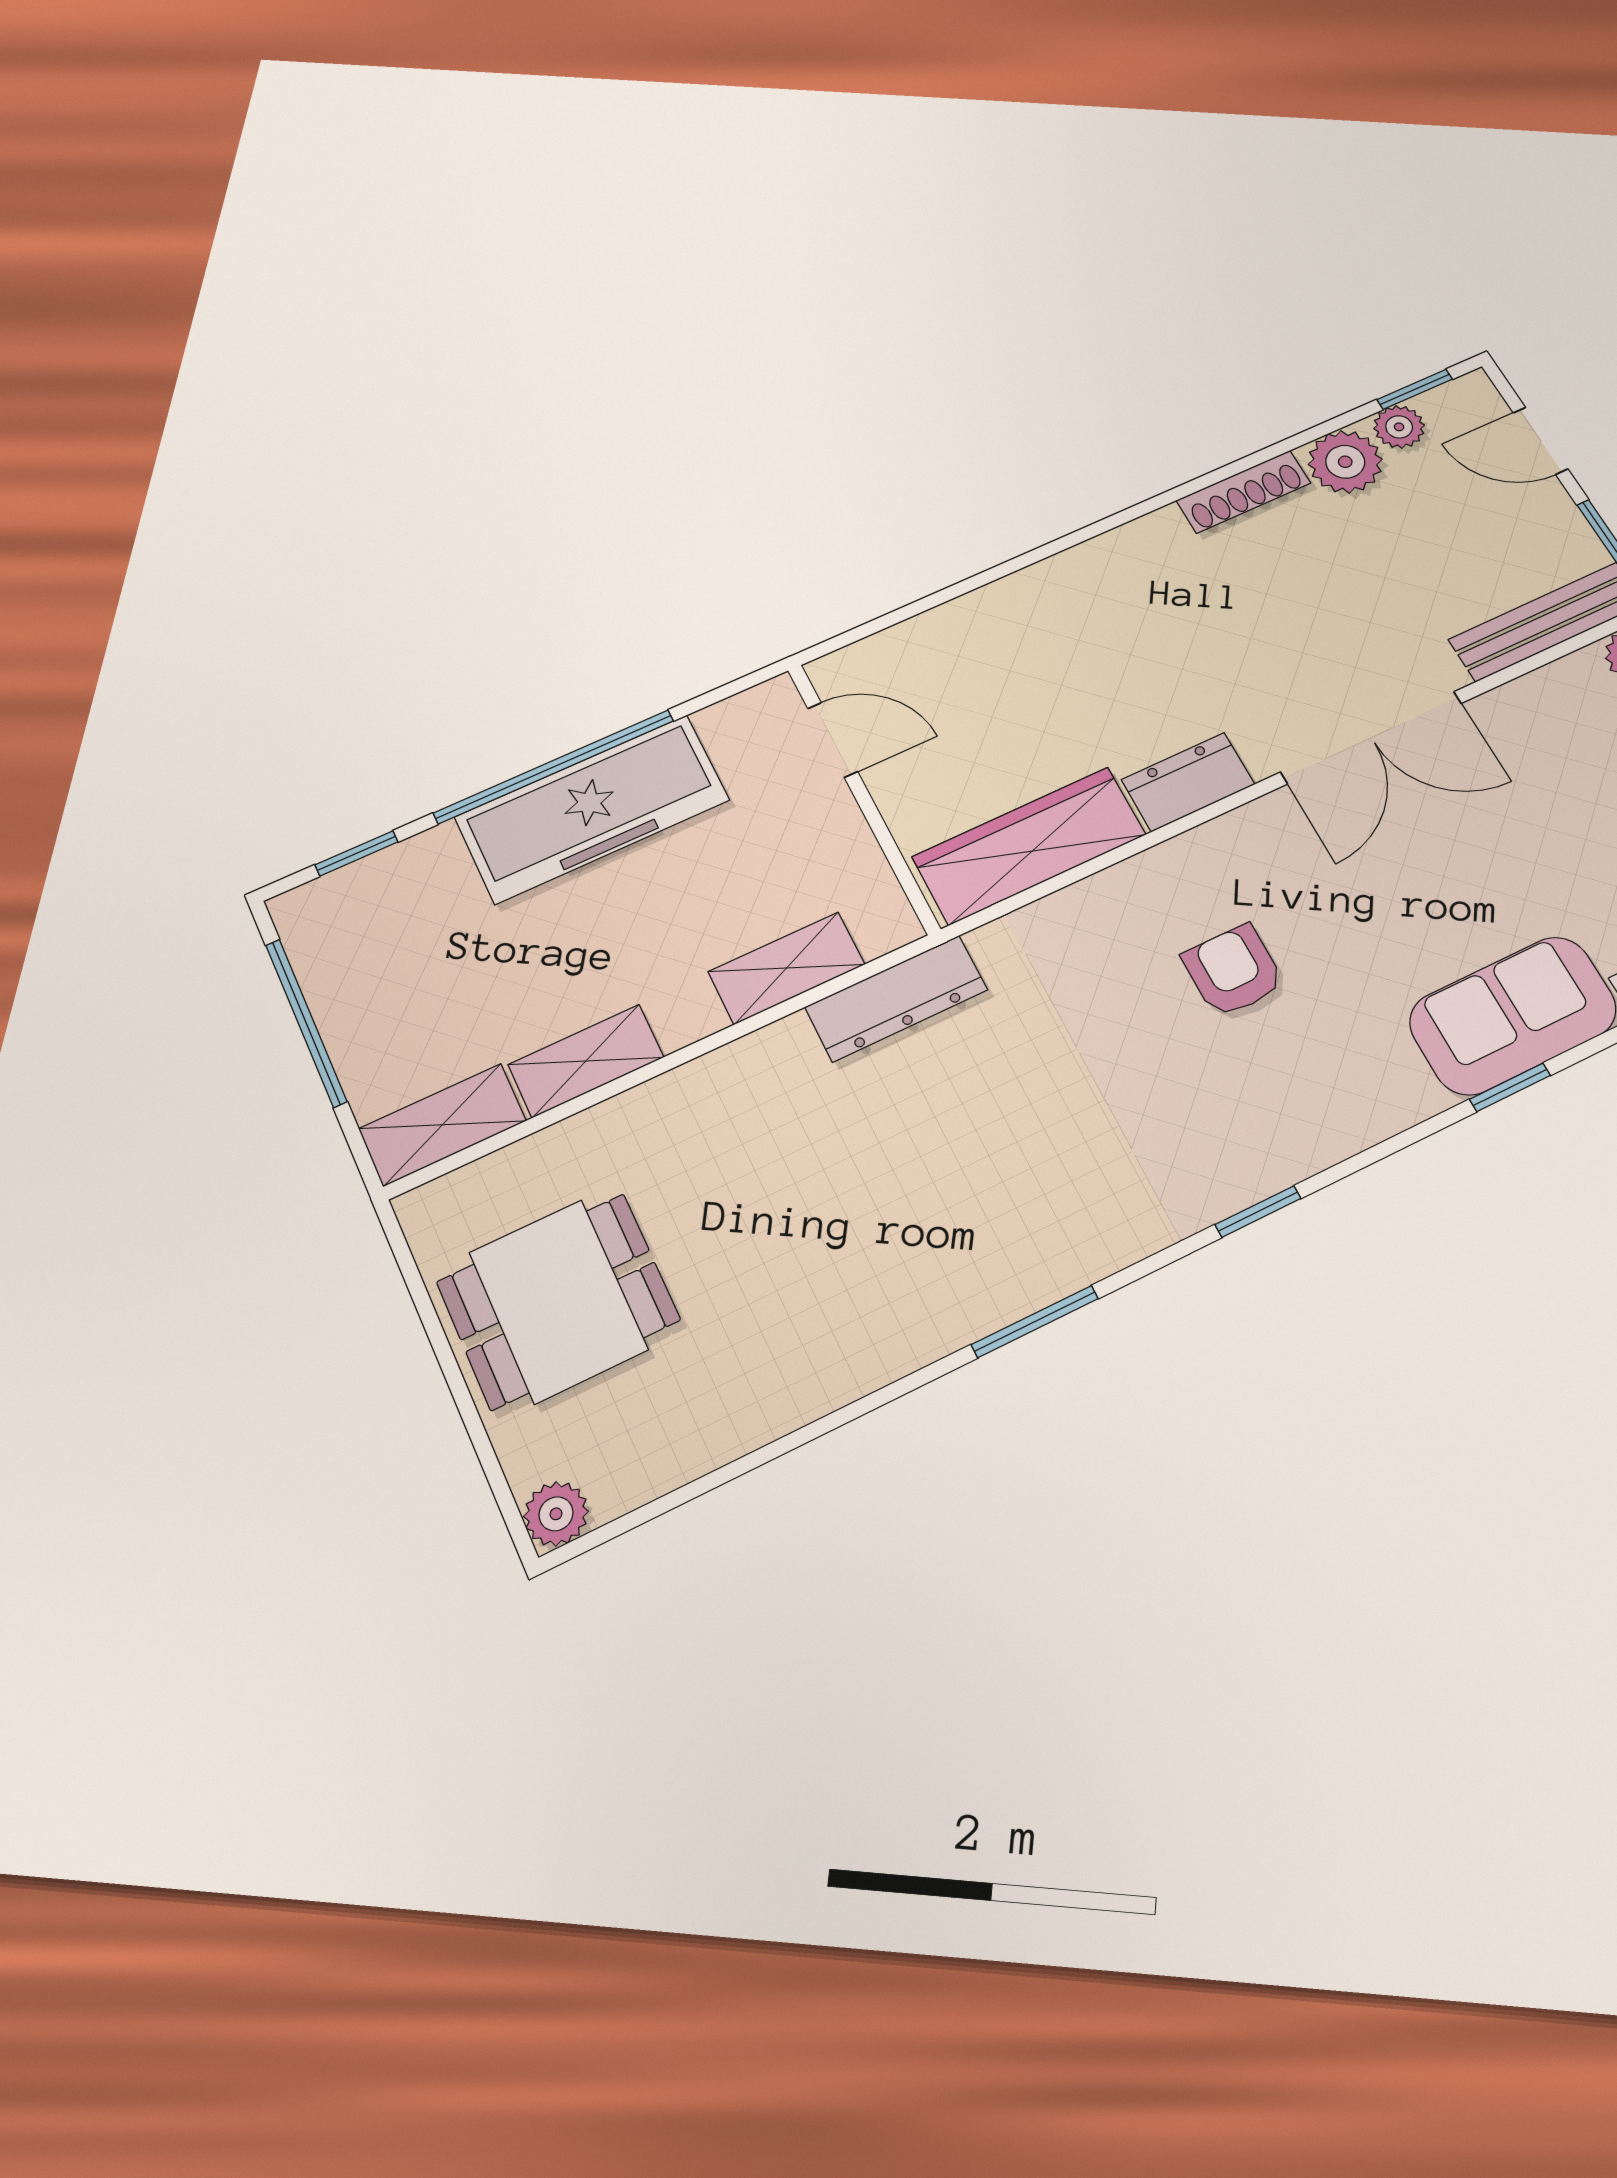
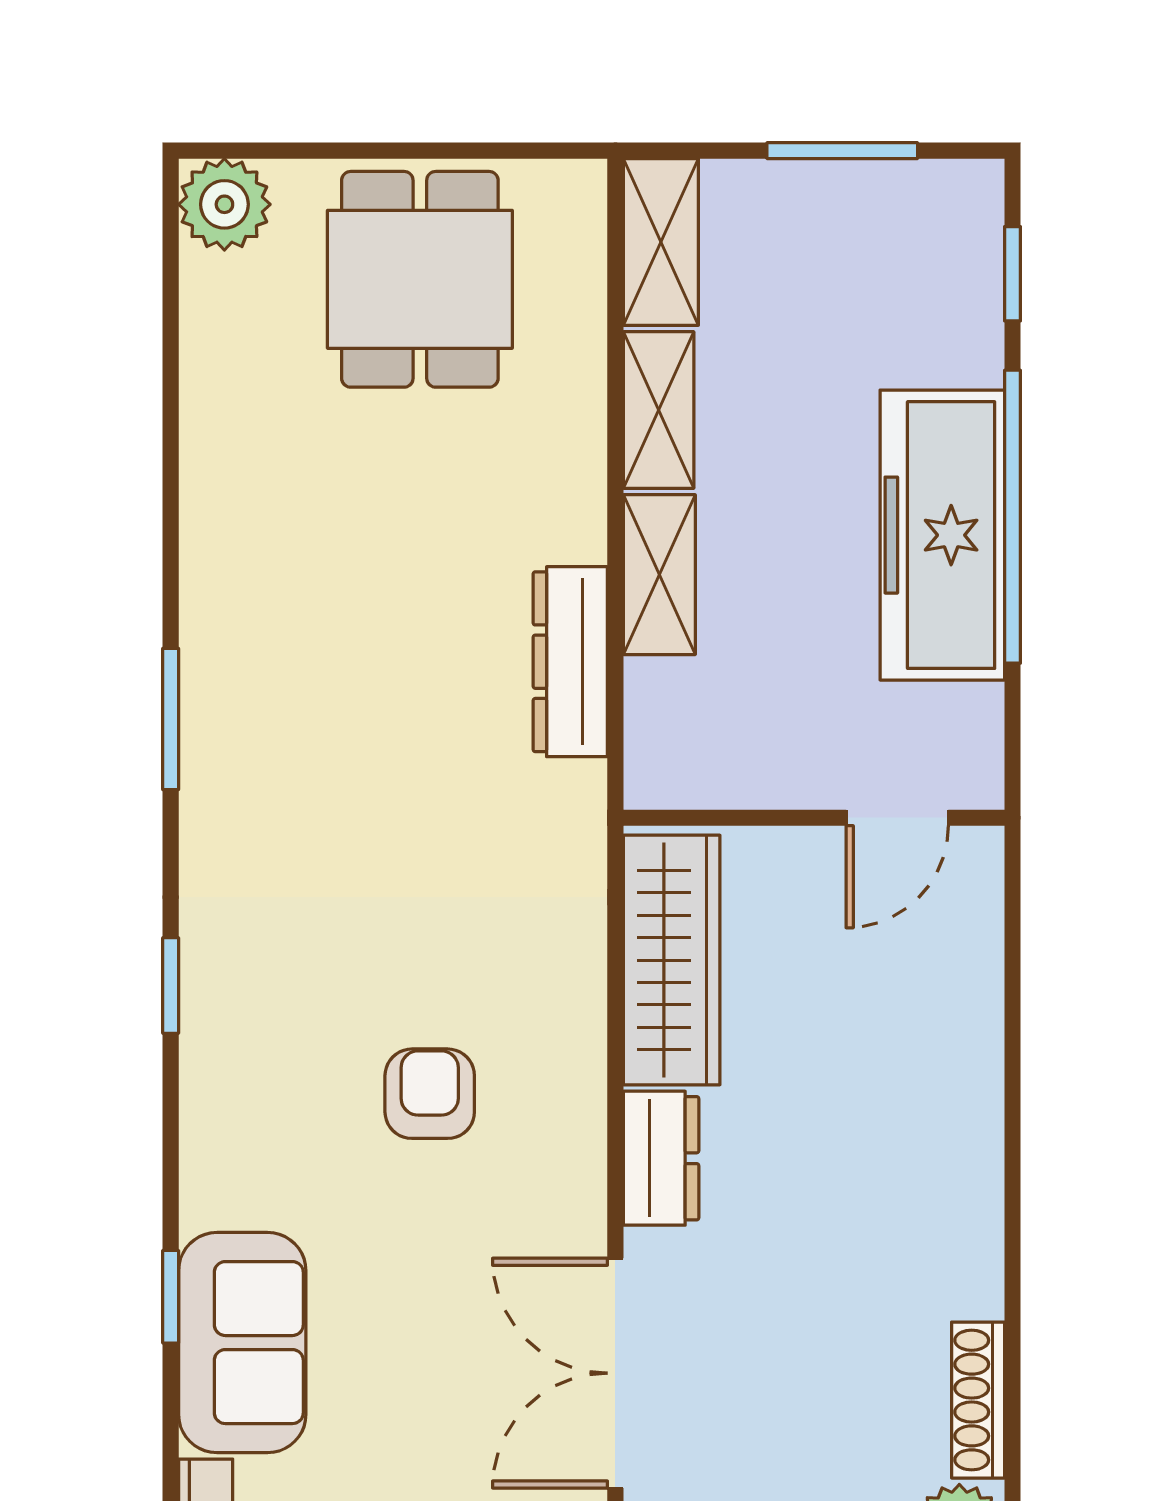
shelving: (787, 968) -> (659, 575), moved
armchair: (1233, 971) -> (430, 1094), turned -90
dresser: (896, 998) -> (570, 662), moved
window: (306, 1023) -> (842, 151), width x0.69
plant: (556, 1514) -> (224, 204), width x1.38, depth x1.38

